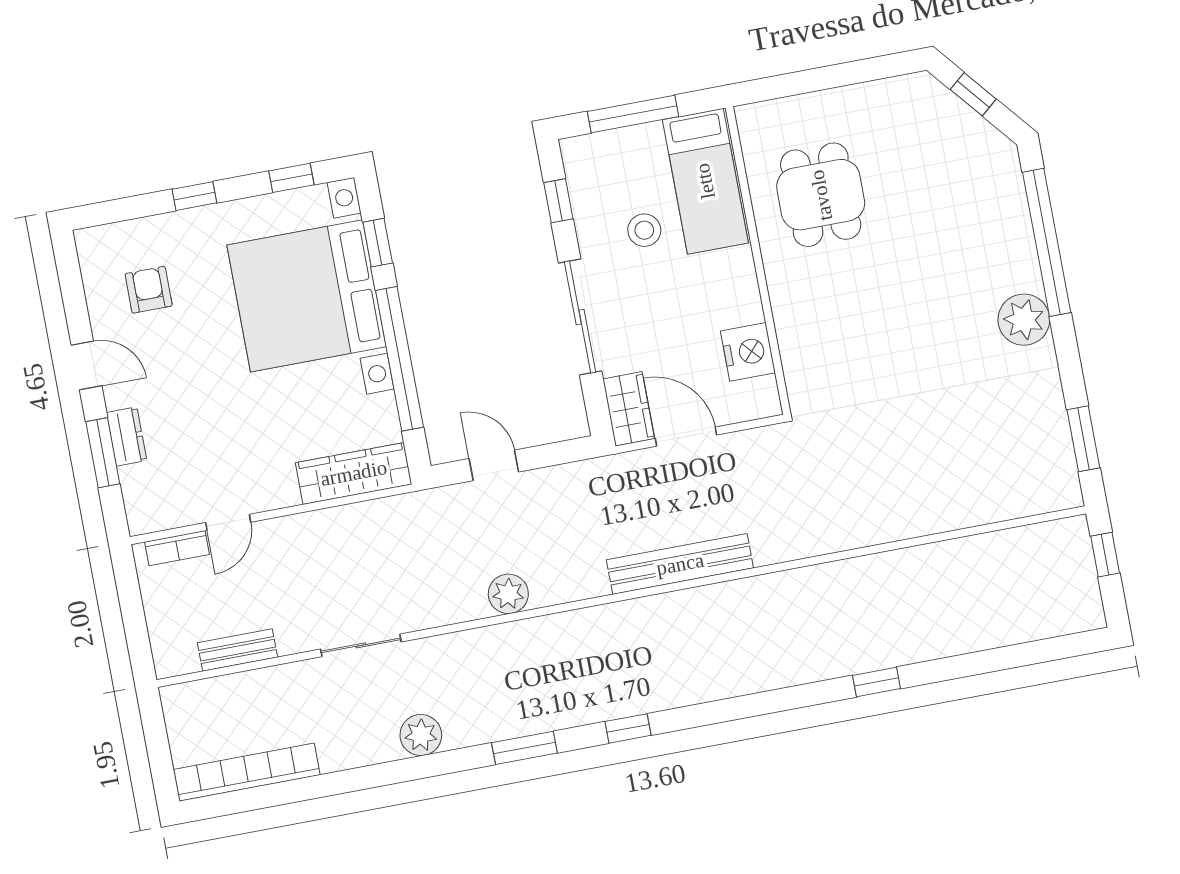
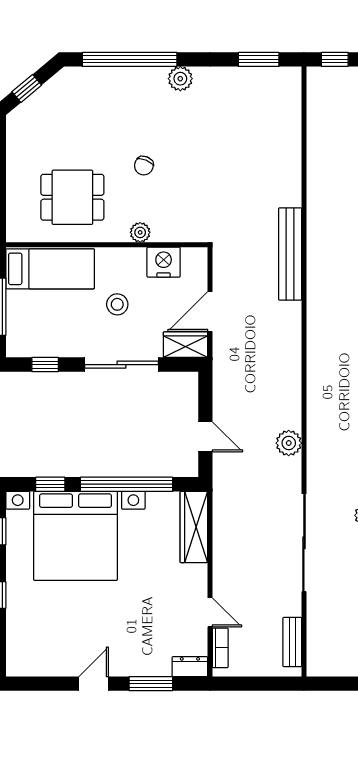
stool: (644, 230) -> (117, 304), moved
armchair: (149, 290) -> (53, 635), removed
chair: (889, 294) -> (144, 166), added
plant: (786, 308) -> (140, 232), added
plant: (1024, 320) -> (180, 79), width x0.73, depth x0.73
dresser: (127, 437) -> (190, 667), moved
door: (494, 465) -> (205, 437), swing flipped
bench: (680, 564) -> (290, 254), moved
sliding door: (361, 645) -> (304, 543), width x1.86
bench: (237, 650) -> (292, 642), moved

